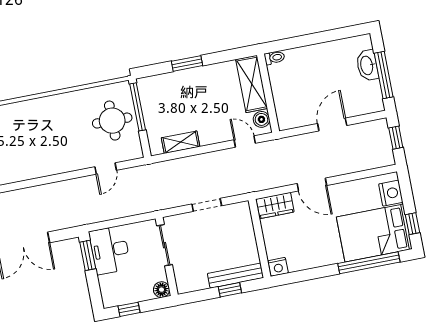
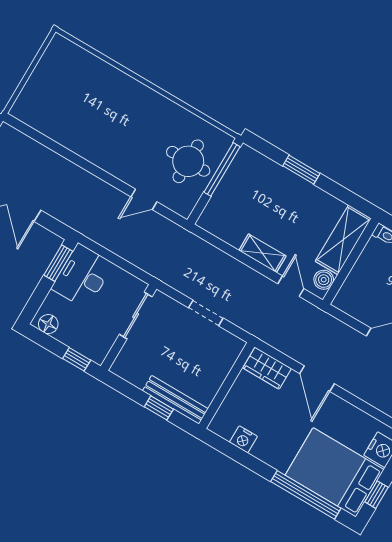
shelving: (181, 142) -> (262, 253), moved
nightstand: (278, 267) -> (243, 439), moved
floor lamp: (162, 290) -> (48, 324), moved
window: (129, 309) -> (77, 359), moved

